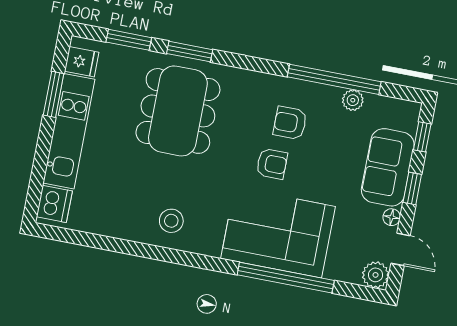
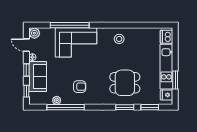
dining table: (178, 111) -> (125, 83), width x0.73
armchair: (272, 164) -> (84, 69), removed

